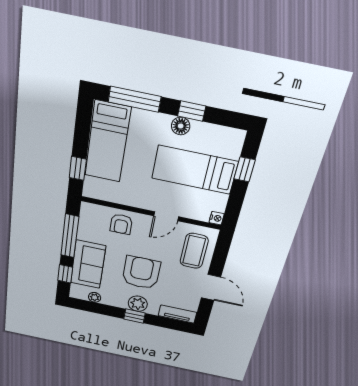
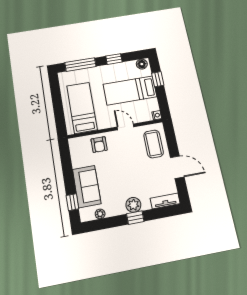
floor lamp: (181, 126) -> (142, 64), moved
bed: (108, 142) -> (82, 108), moved, turned 180
window: (78, 168) -> (59, 117), removed
door: (166, 216) -> (126, 127), swing flipped
window: (70, 236) -> (67, 169), removed
armchair: (141, 273) -> (126, 177), removed

